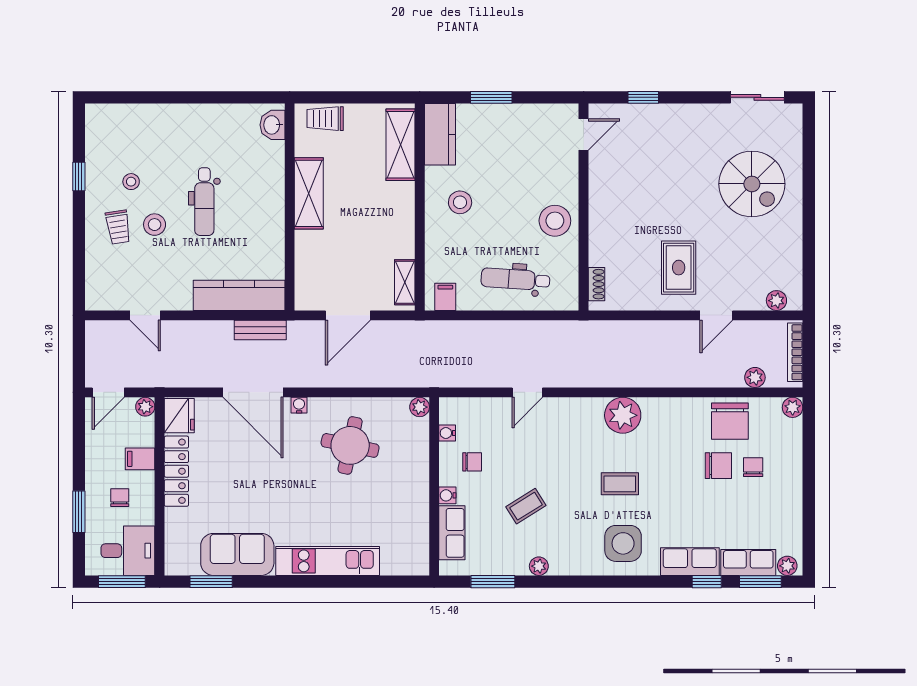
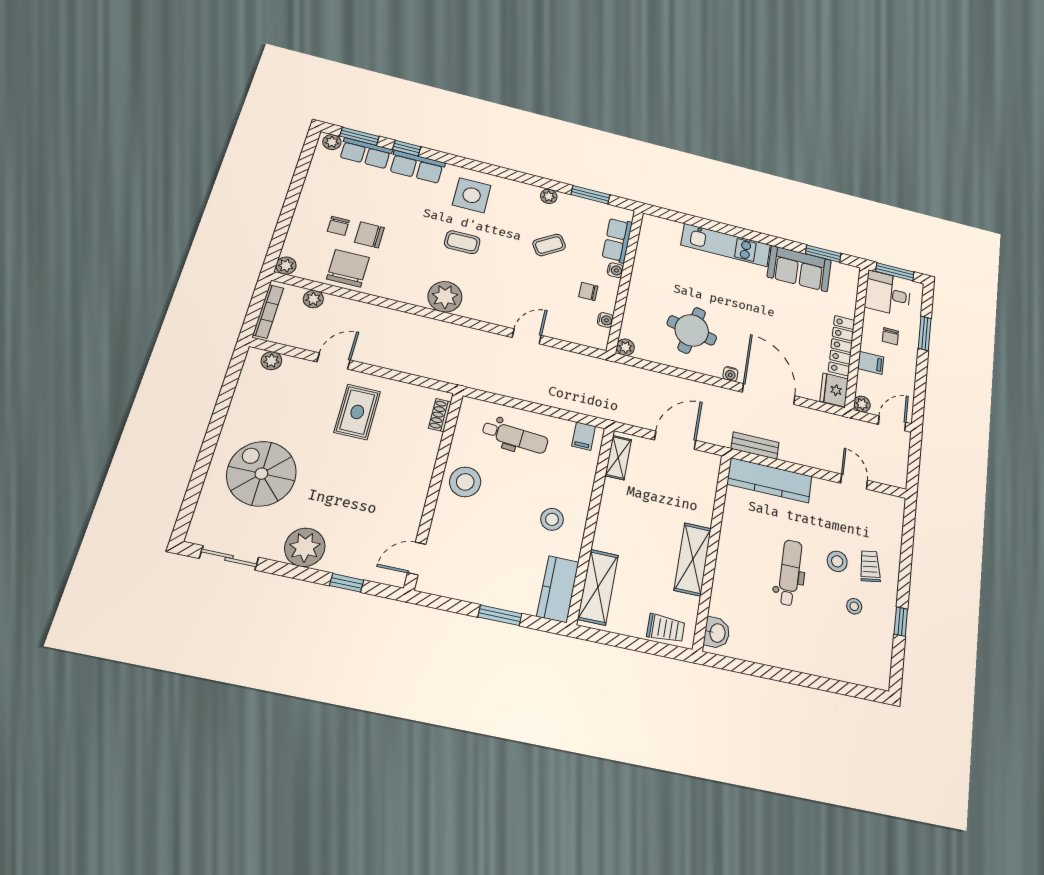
plant: (691, 122) -> (305, 547), added

